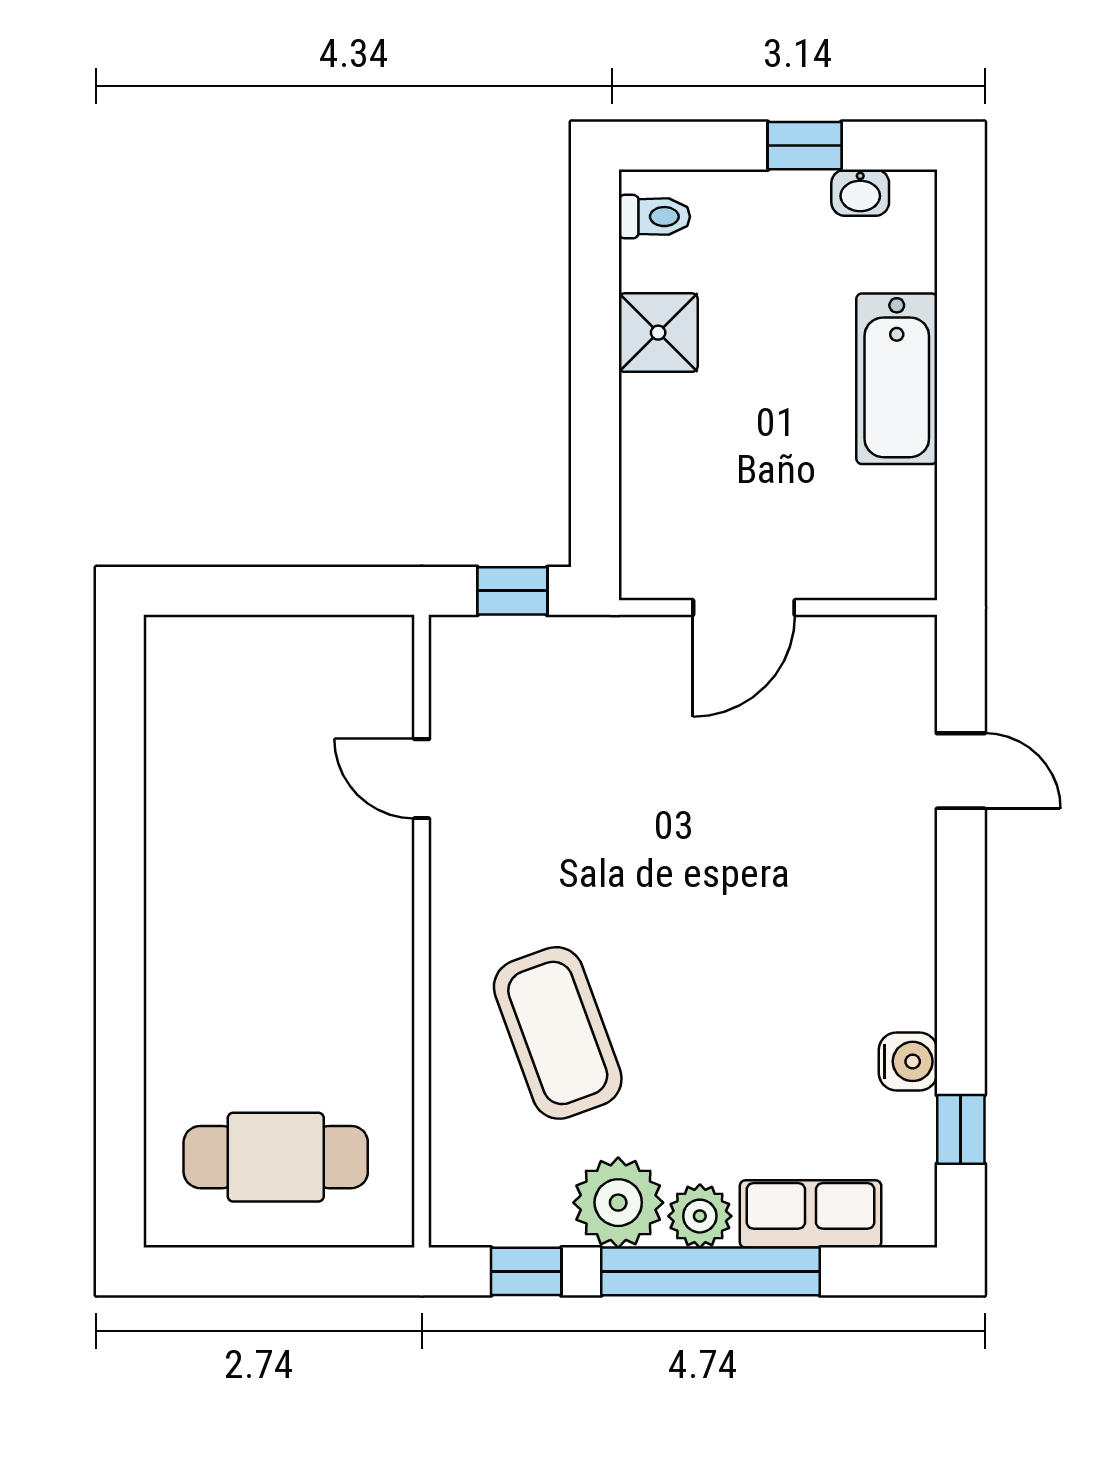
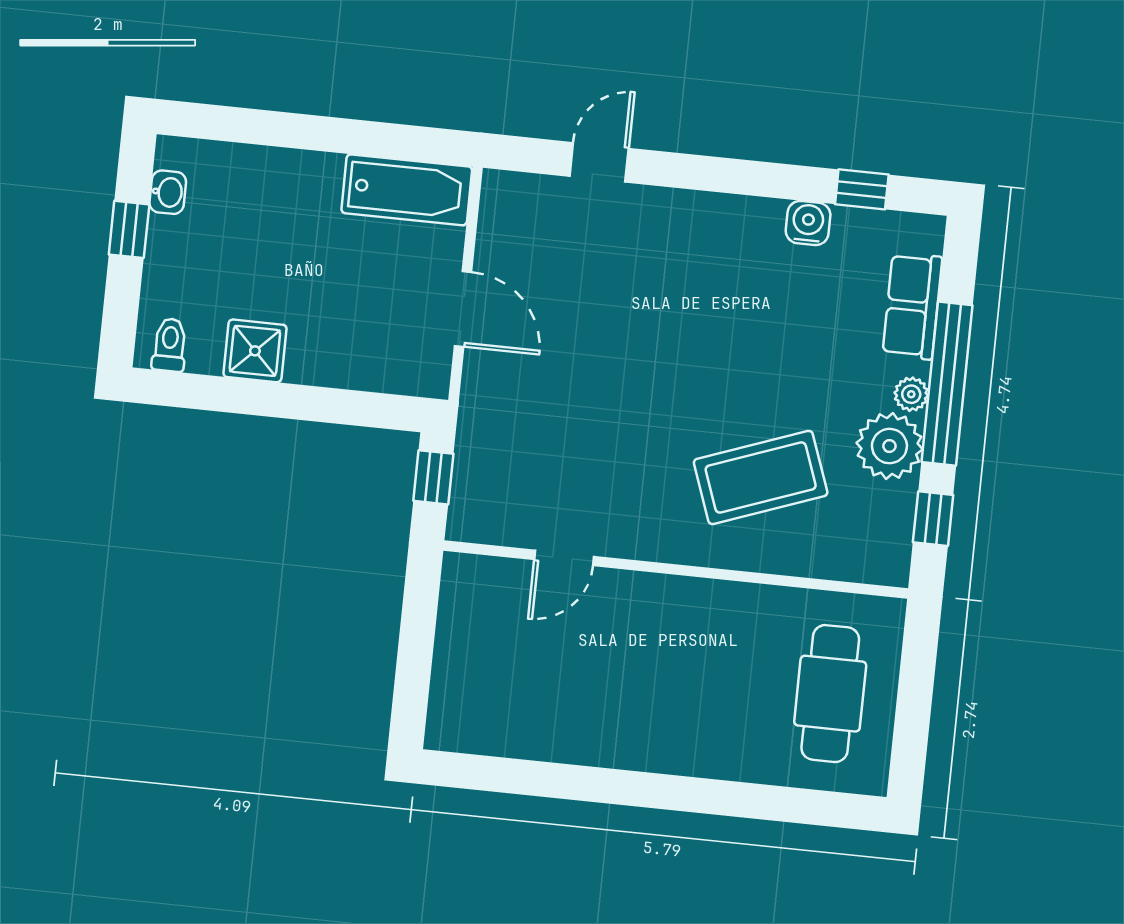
bathtub: (897, 379) -> (407, 190), moved
plant: (700, 1216) -> (911, 394), width x0.73, depth x0.73

